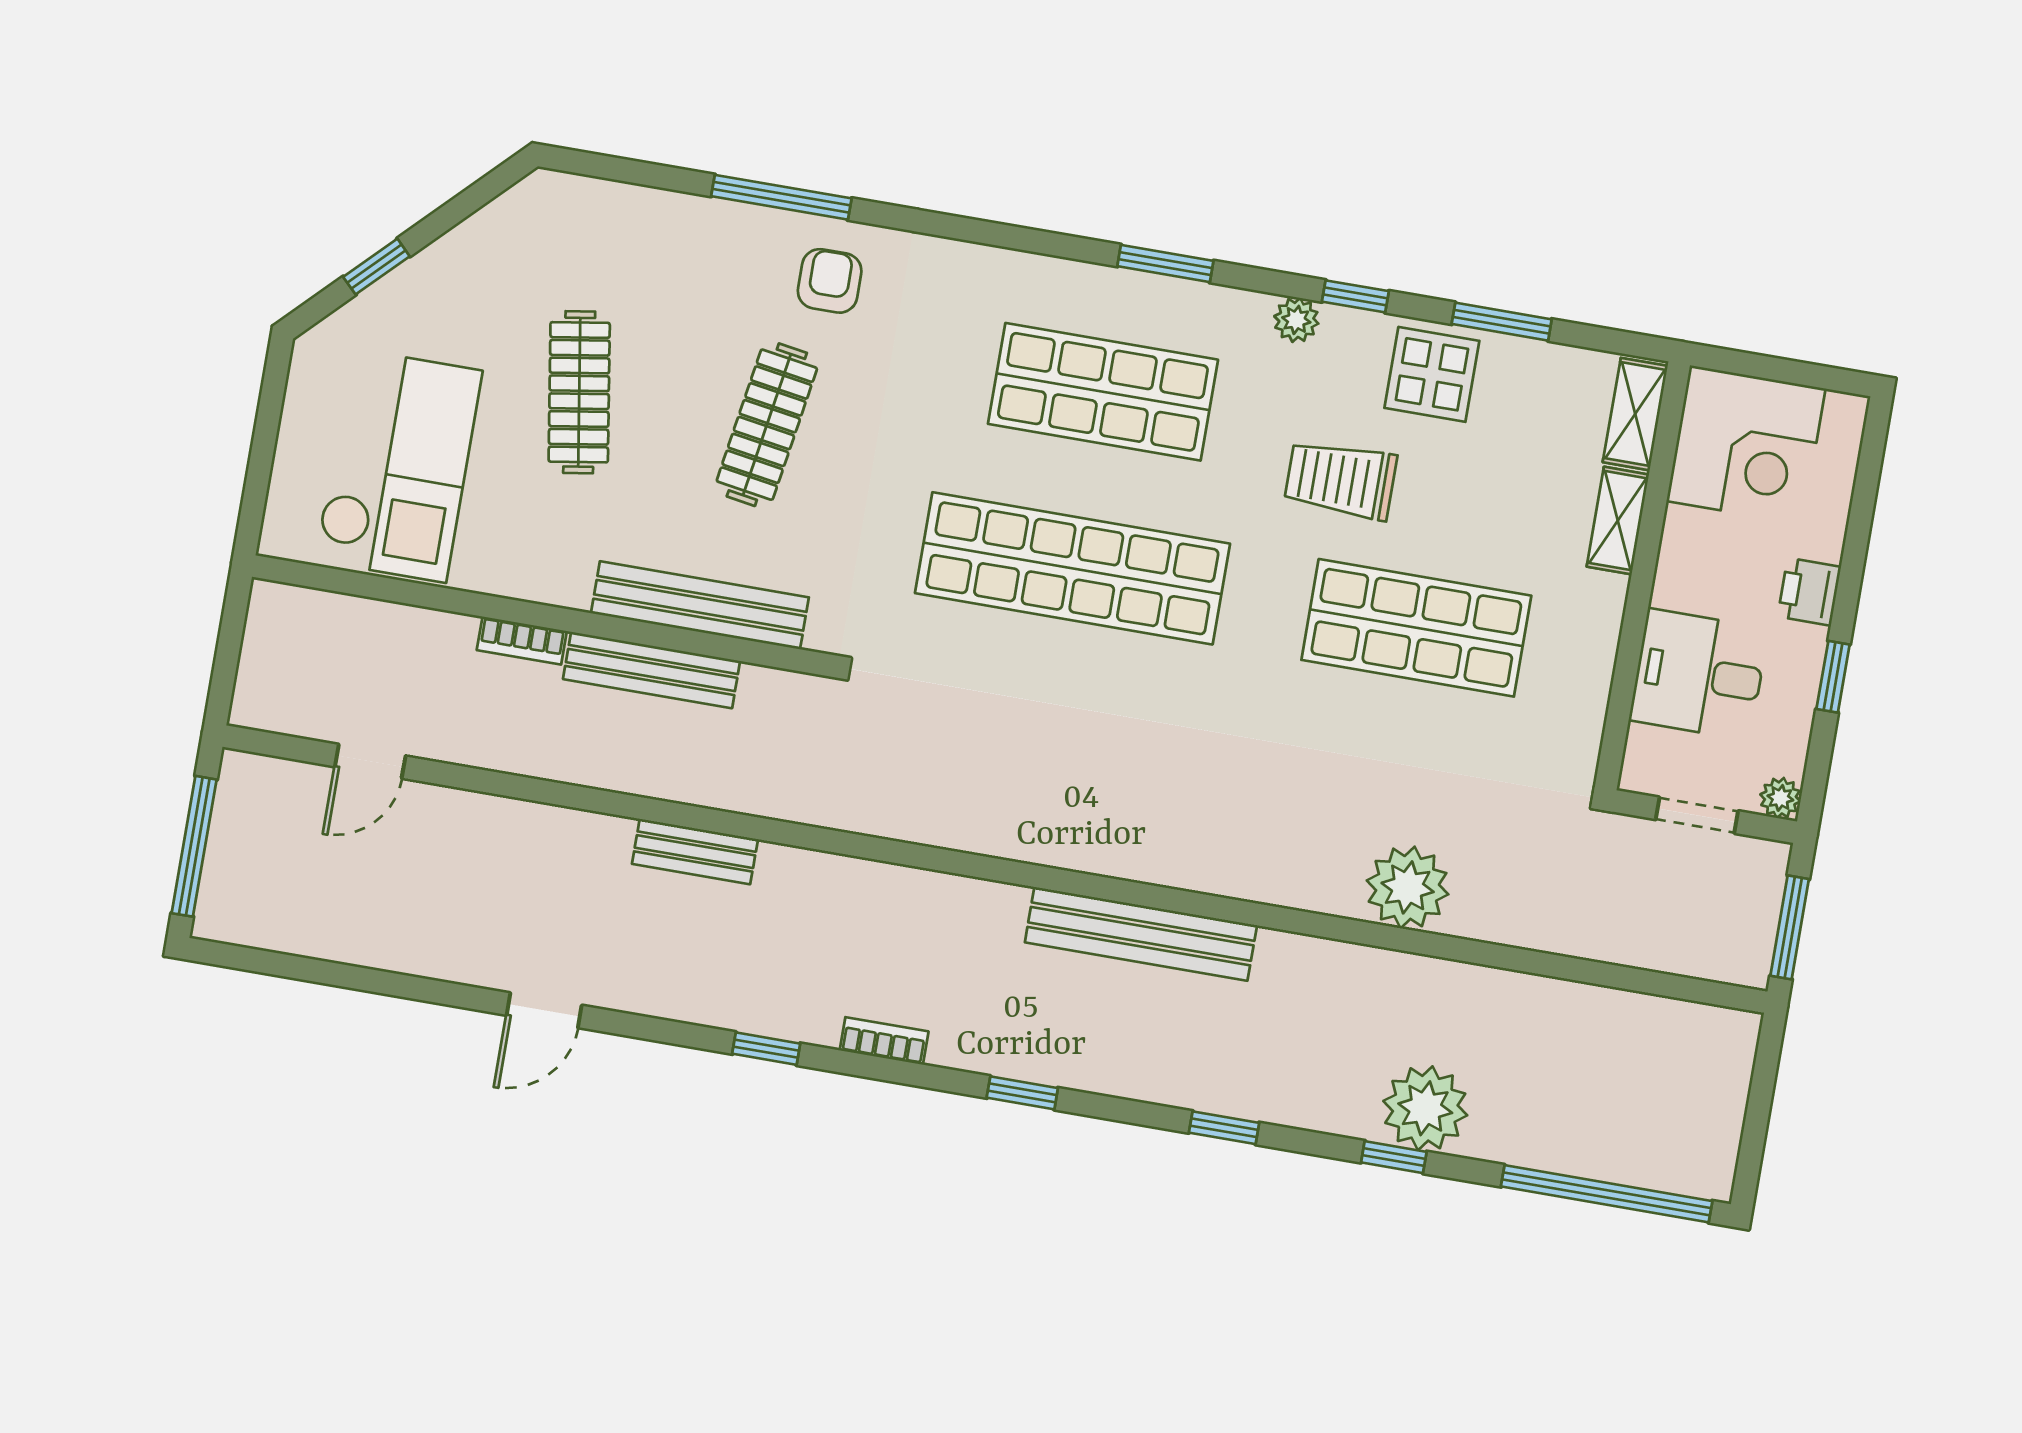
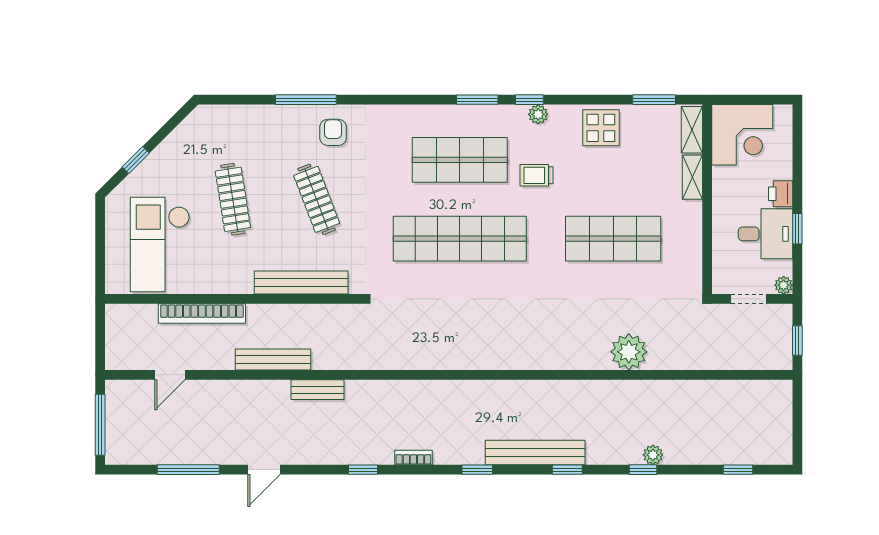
window: (1355, 296) -> (529, 100), moved
window: (1502, 322) -> (654, 100), moved
clothes rail: (767, 425) -> (317, 199), turned -30
checkout: (398, 465) -> (160, 245), turned 180
trolley: (1341, 480) -> (537, 175), moved, width x0.73, depth x0.72
bookcase: (522, 641) -> (202, 314), width x2.31, depth x1.31
bench: (652, 670) -> (273, 359), moved
desk: (1699, 674) -> (765, 234), moved, turned 180
window: (1790, 927) -> (797, 341), width x0.67
bench: (1141, 934) -> (535, 453), moved
window: (375, 981) -> (188, 470), added
plant: (1425, 1108) -> (653, 455), width x0.53, depth x0.53
window: (1607, 1194) -> (738, 470), width x0.32

